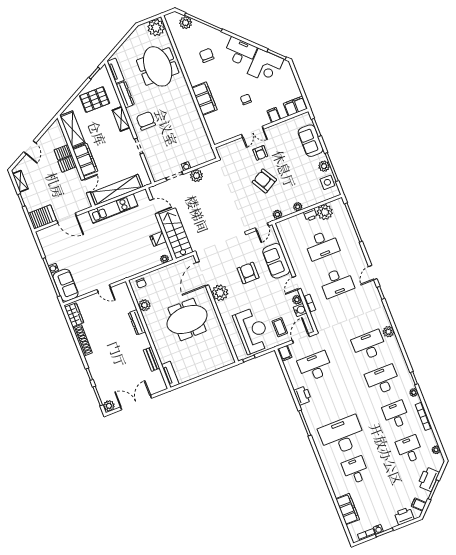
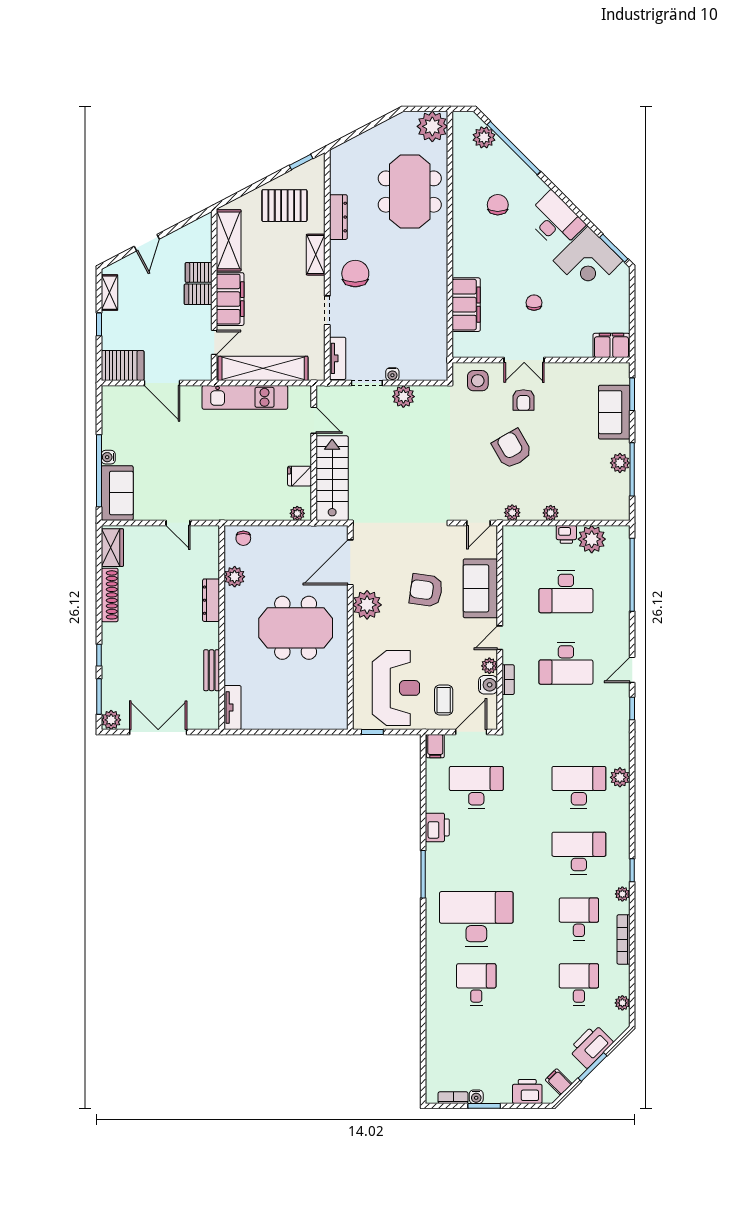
tv unit: (116, 71) -> (338, 358), moved
filing cabinet: (204, 99) -> (466, 305), moved
filing cabinet: (274, 115) -> (570, 346), removed
side table: (327, 182) -> (478, 381), moved
armchair: (248, 273) -> (426, 590), turned -82
filing cabinet: (348, 509) -> (438, 1044), removed

